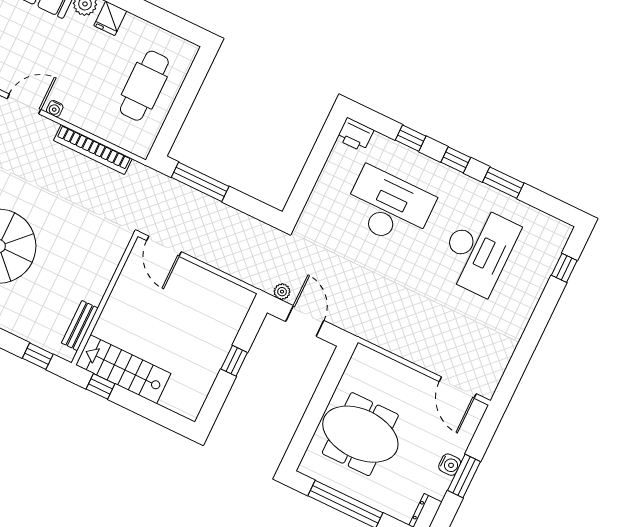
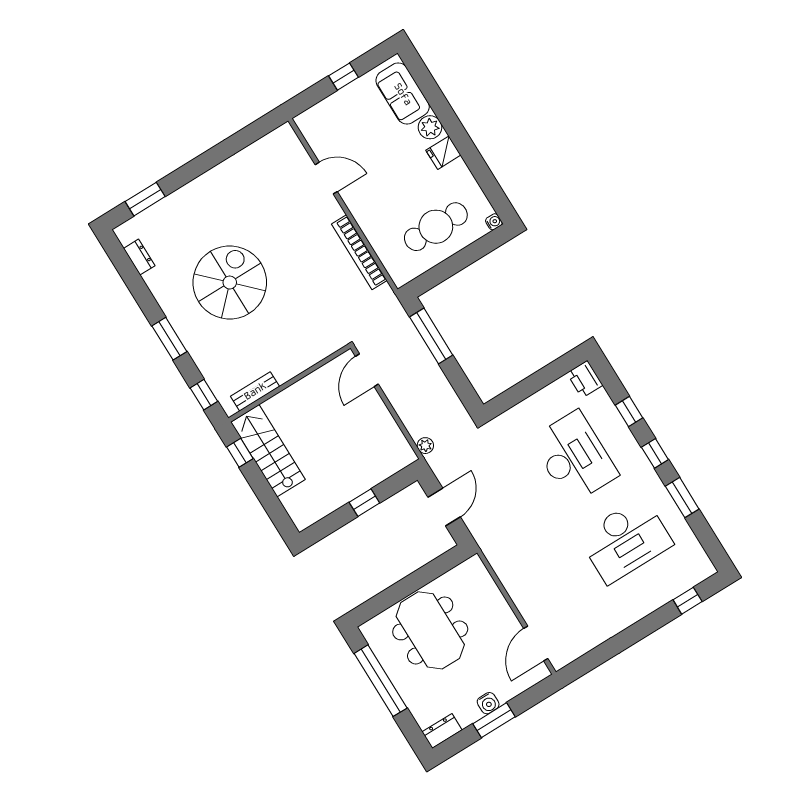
water cooler: (55, 109) -> (494, 222), moved, turned 180
plant: (282, 292) -> (425, 446), moved

